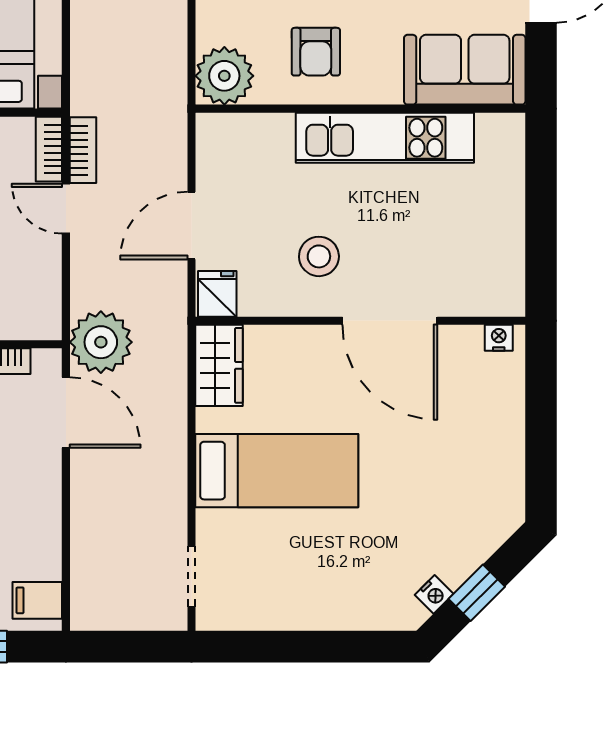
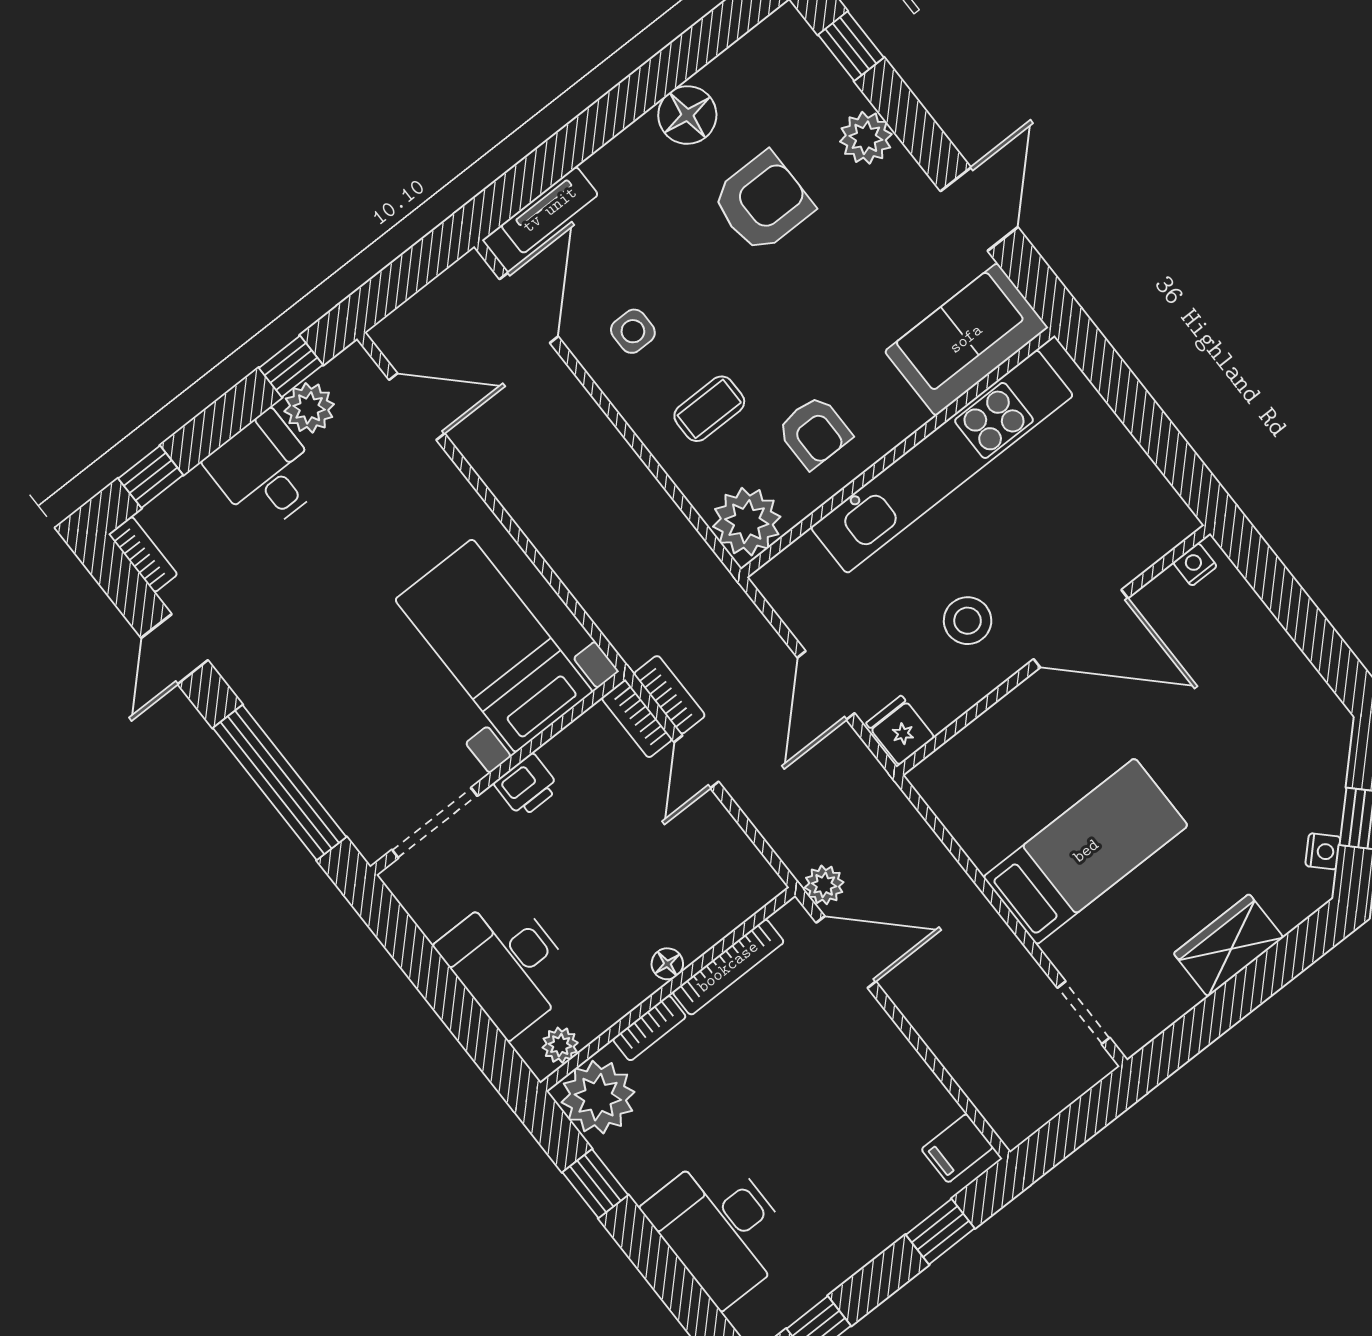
kitchen unit: (385, 138) -> (942, 461), width x1.36
door: (66, 209) -> (696, 762), hinge flipped
plant: (101, 342) -> (824, 885), width x0.53, depth x0.53
wardrobe: (219, 365) -> (1228, 945), moved, turned -90

